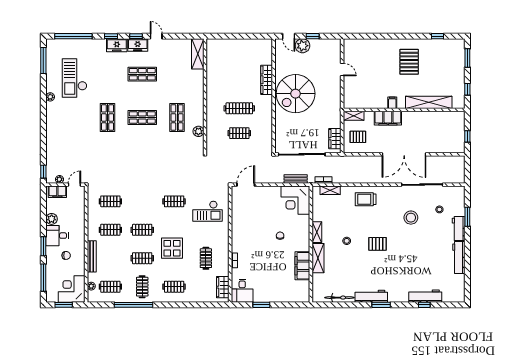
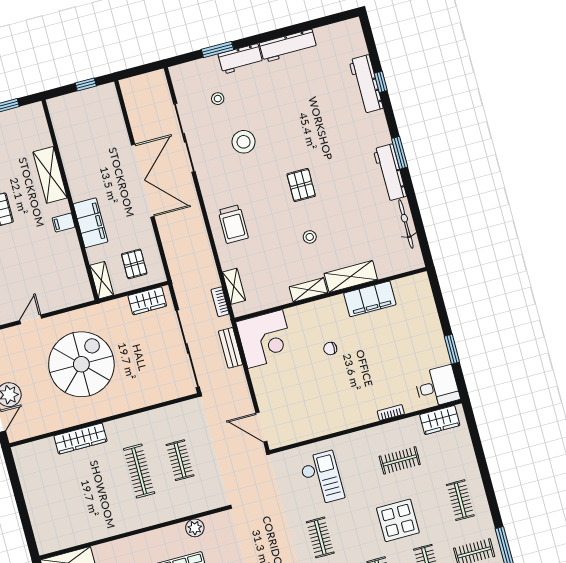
spiral stairs: (296, 94) -> (81, 364), moved, turned -90
shelving: (429, 102) -> (50, 175), width x0.68

